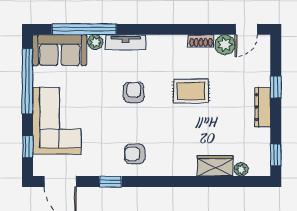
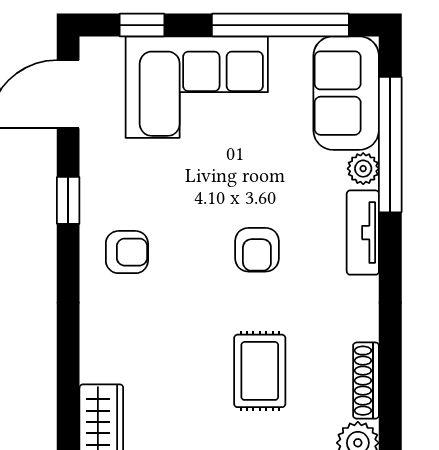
shoe rack: (201, 41) -> (366, 381), width x1.43
armchair: (134, 92) -> (257, 250), turned 90
armchair: (135, 154) -> (127, 252), turned 90

